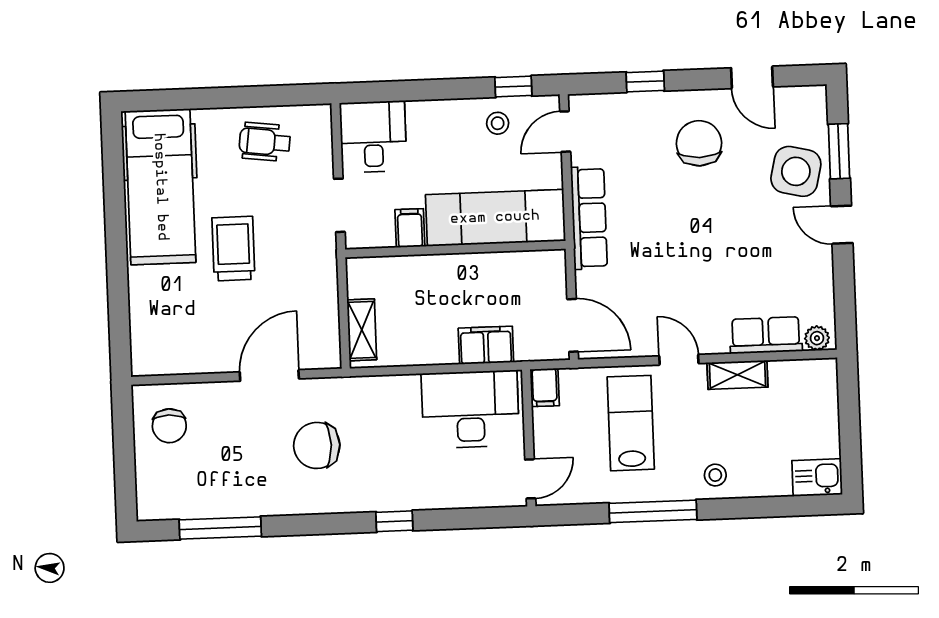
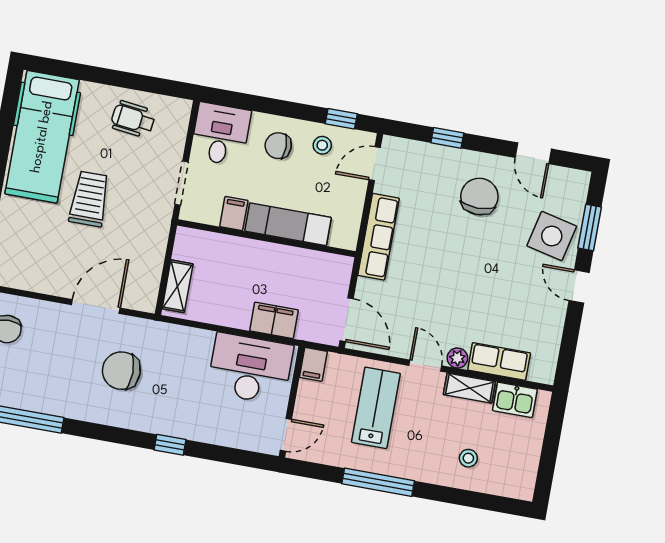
chair: (445, 135) -> (278, 146), added
exam couch: (495, 218) -> (288, 224), width x0.73, depth x0.69
plant: (817, 338) -> (457, 358), moved
stool: (715, 475) -> (468, 458), moved
kitchen sink: (817, 478) -> (515, 400), moved, turned 180

